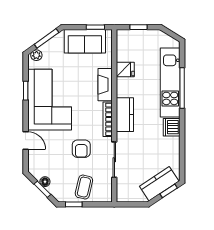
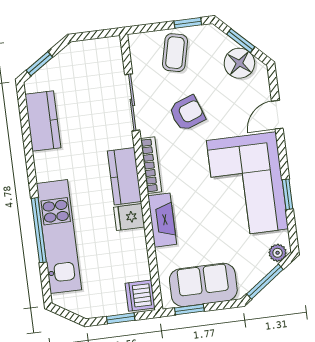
fridge: (125, 70) -> (129, 217), moved
dishwasher: (172, 127) -> (140, 296), moved, turned 180
door: (26, 141) -> (277, 115), hinge flipped
armchair: (81, 149) -> (187, 113), turned 70
floor lamp: (45, 182) -> (239, 63), width x1.89, depth x1.89
kitchen counter: (159, 184) -> (43, 121), moved, turned -57

